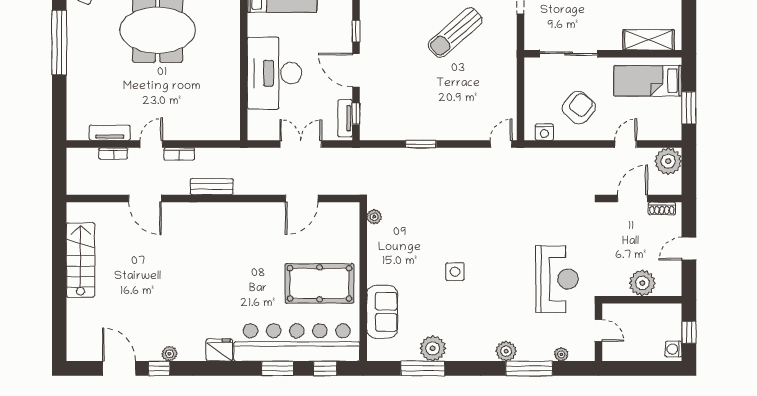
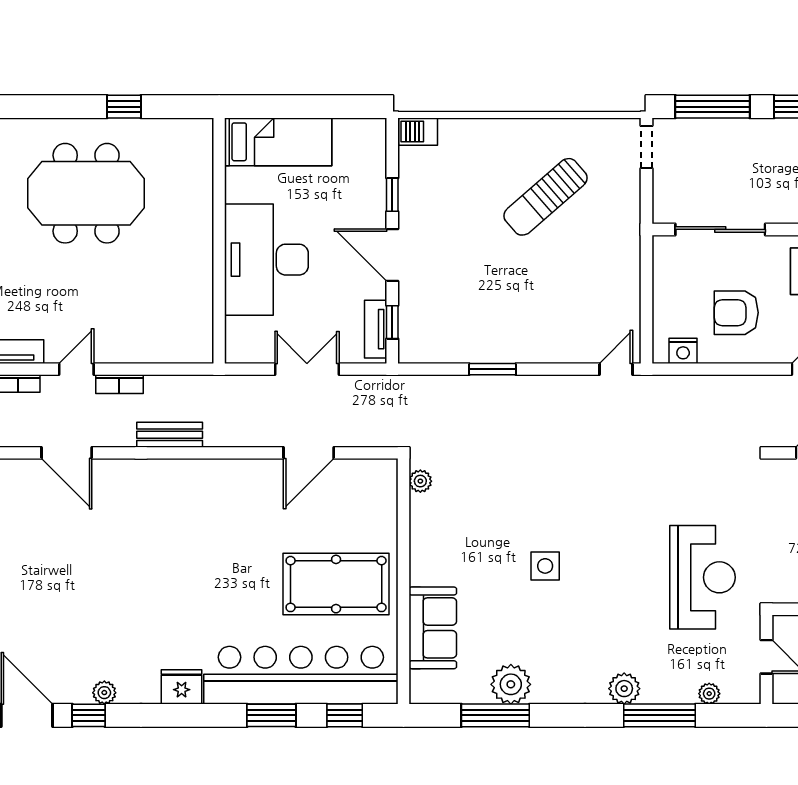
armchair: (579, 108) -> (736, 313), turned -130

